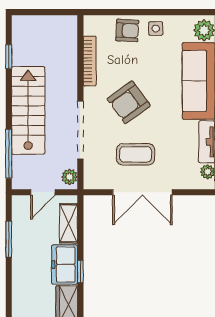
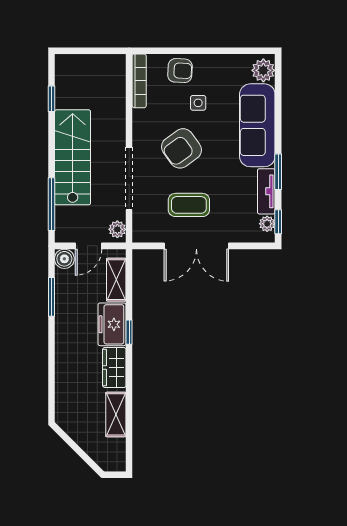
side table: (156, 29) -> (198, 103), moved
bookcase: (90, 61) -> (139, 81), moved
boiler: (21, 204) -> (64, 259), added

